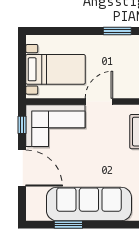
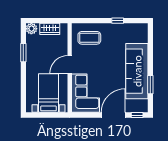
door: (99, 102) -> (70, 65), hinge flipped
window: (22, 125) -> (137, 115), moved

